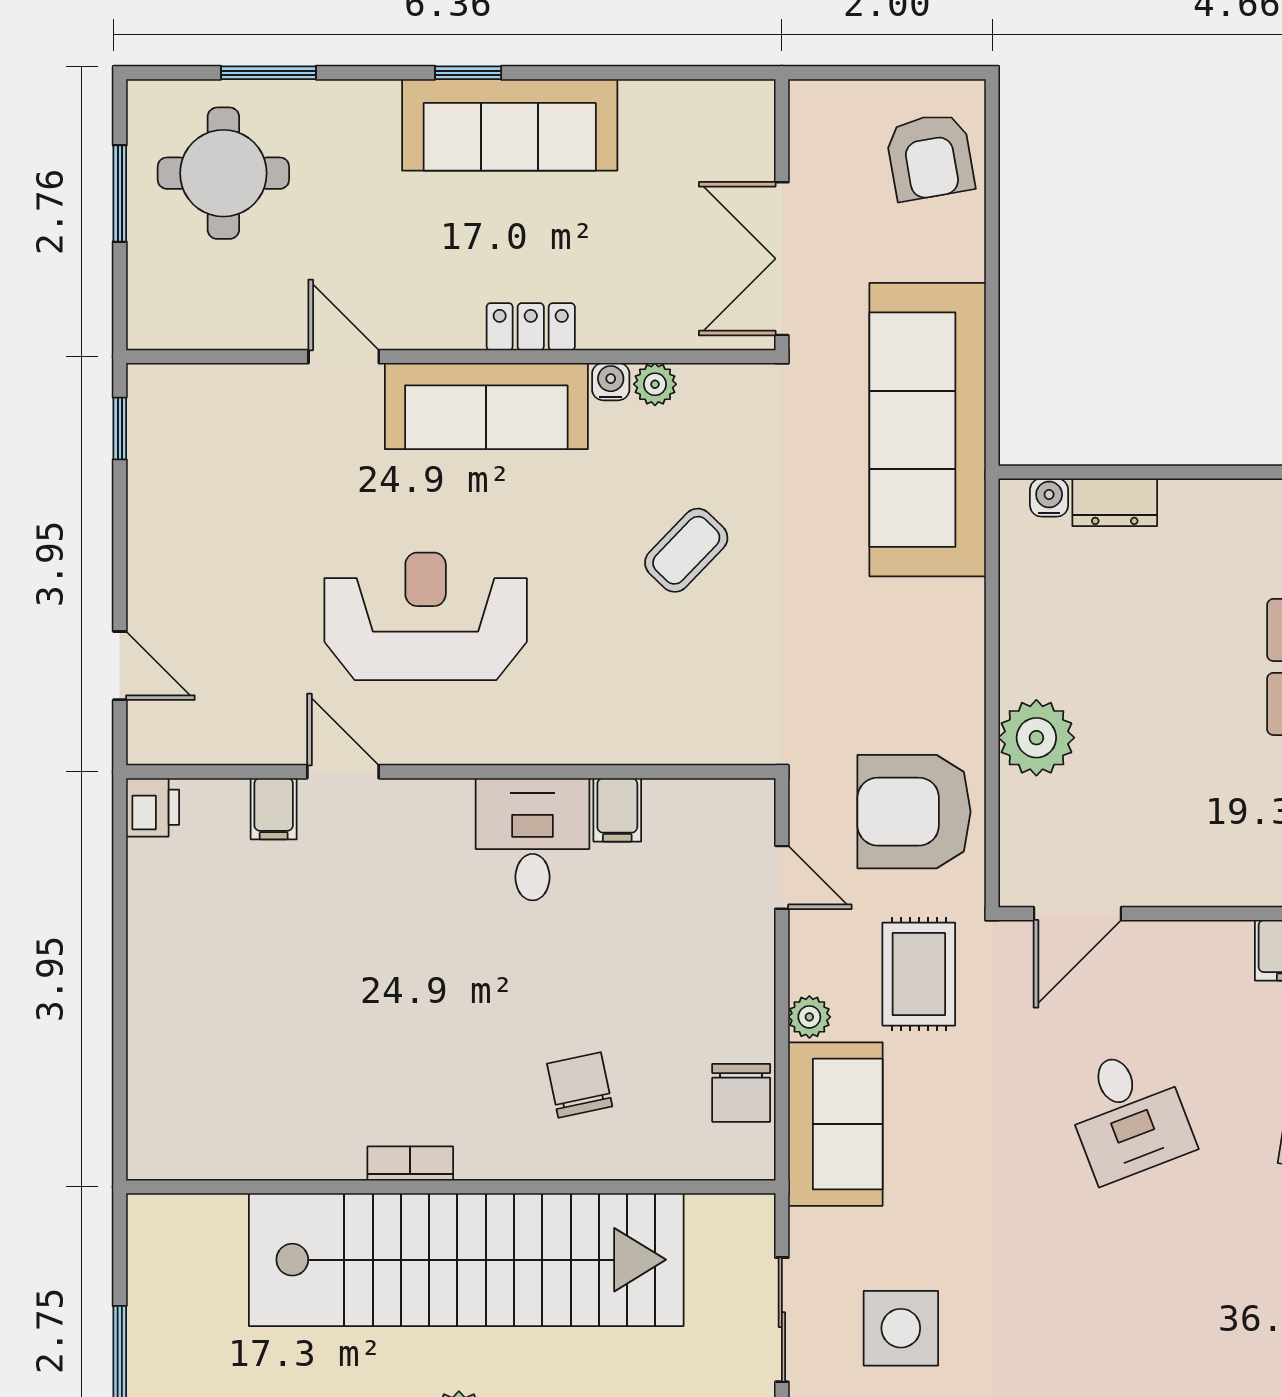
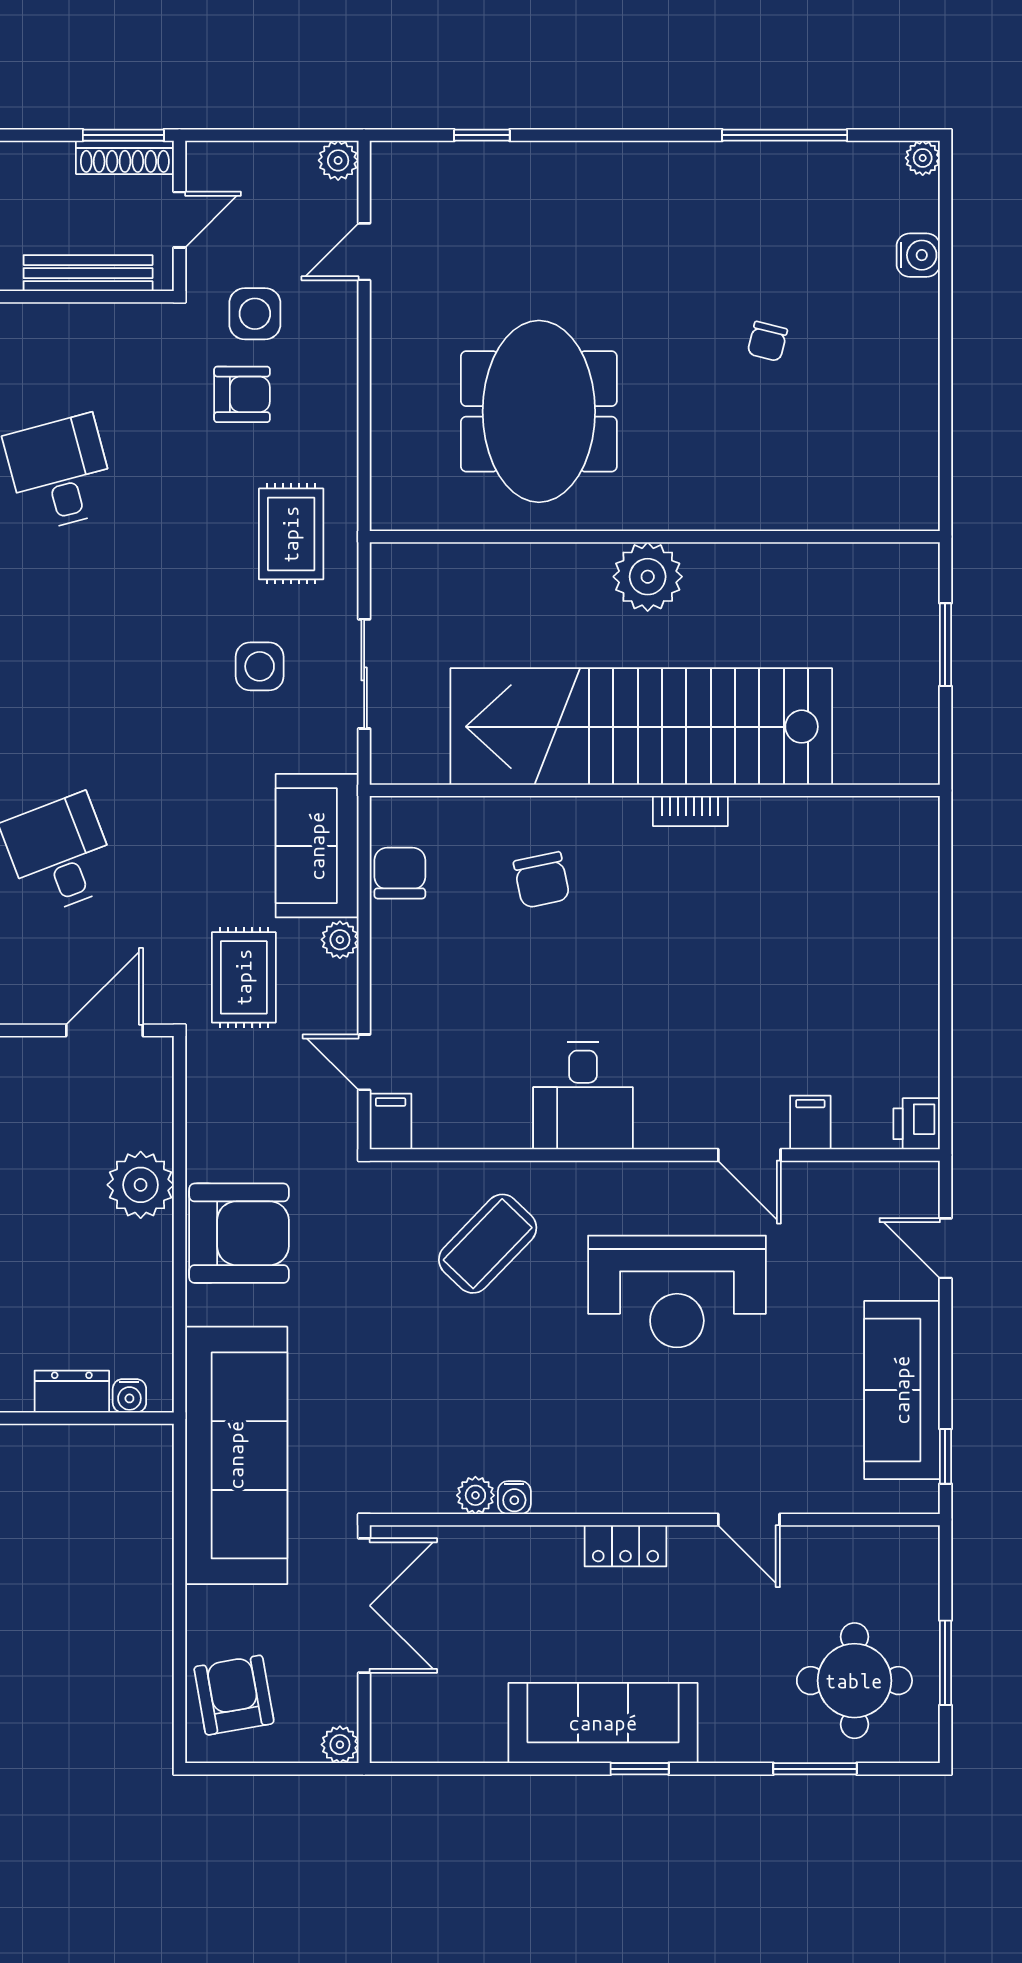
plant: (809, 100) -> (340, 1745), added
locker: (531, 327) -> (626, 1546), moved
sofa: (486, 406) -> (902, 1390), moved, turned -90
coffee table: (686, 550) -> (488, 1244), moved, width x1.36, depth x1.30
filing cabinet: (617, 810) -> (391, 1122), moved
armchair: (914, 812) -> (239, 1233), moved
side table: (901, 1328) -> (260, 666), width x0.73, depth x0.73

